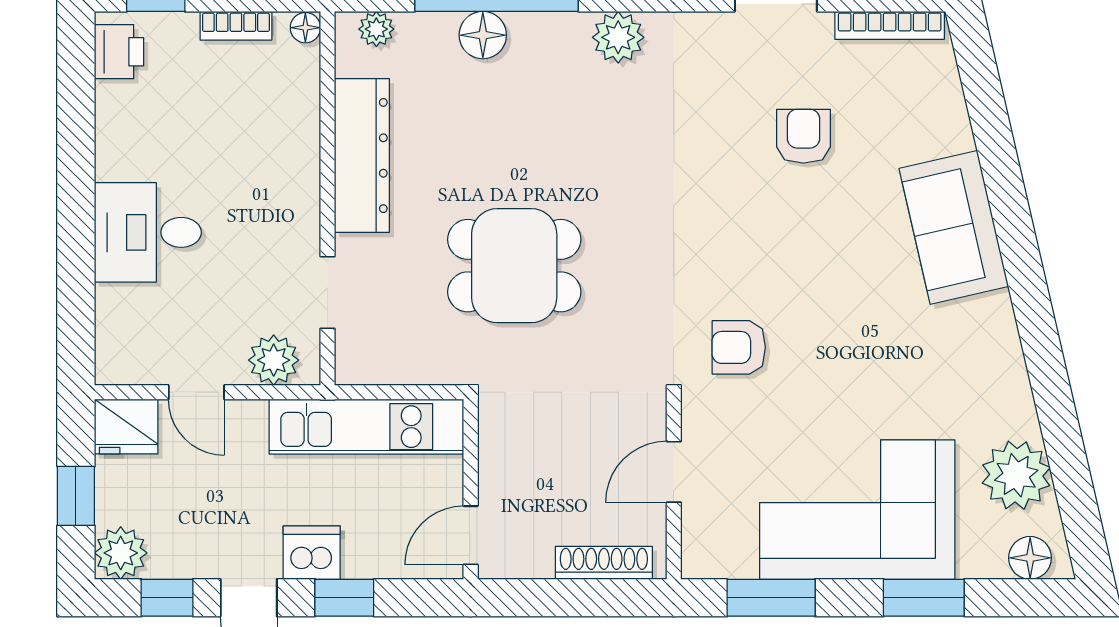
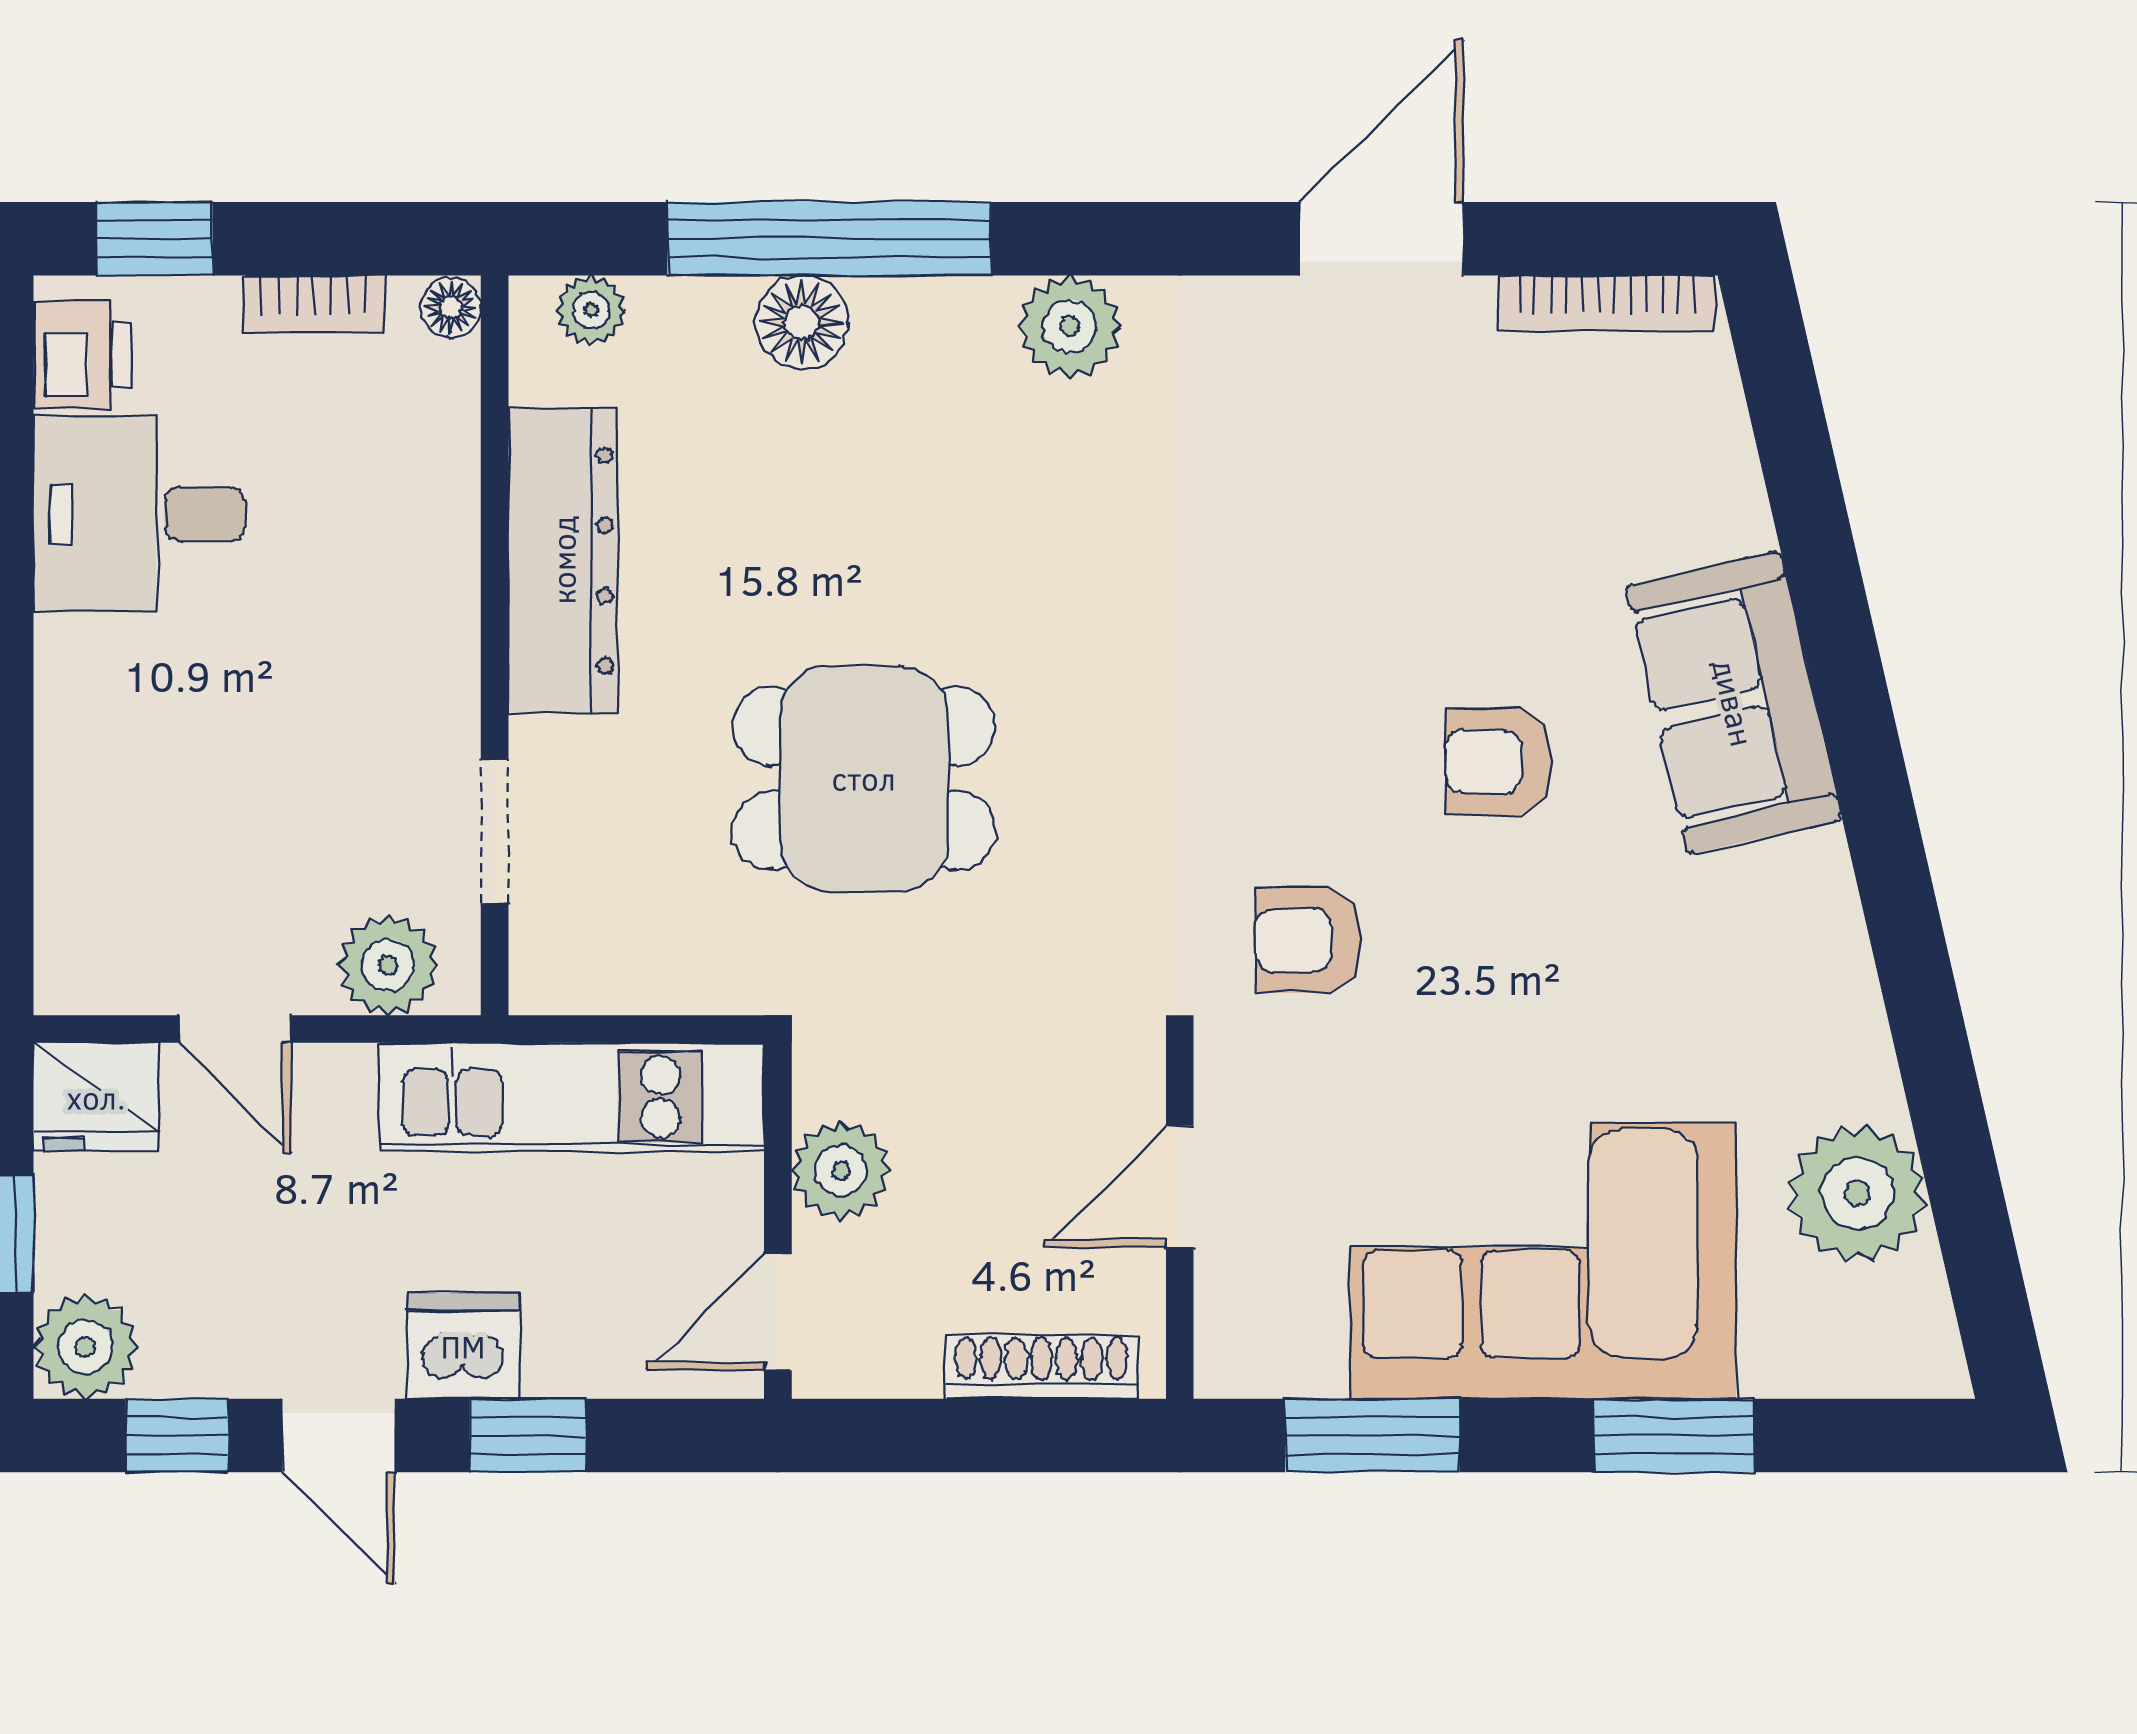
armchair: (803, 136) -> (1499, 762), moved, turned -90
desk: (148, 232) -> (139, 514), moved
plant: (503, 464) -> (841, 1171), added
floor lamp: (1030, 558) -> (1885, 1357), removed

